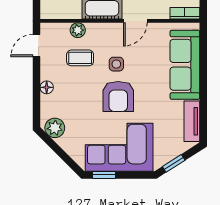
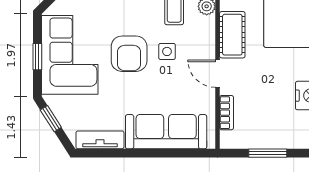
bookcase: (185, 13) -> (227, 113), moved
armchair: (118, 96) -> (129, 54), turned -90
window: (104, 175) -> (37, 57), moved

